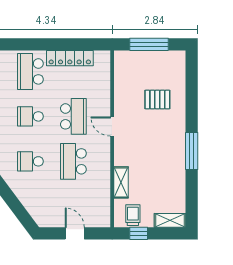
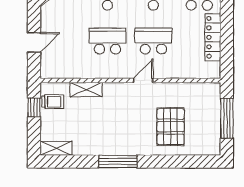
pallet: (157, 100) -> (171, 127), width x1.50, depth x1.42
school desk: (73, 116) -> (153, 41), turned 180
shelving: (170, 220) -> (56, 148), moved, turned 90

